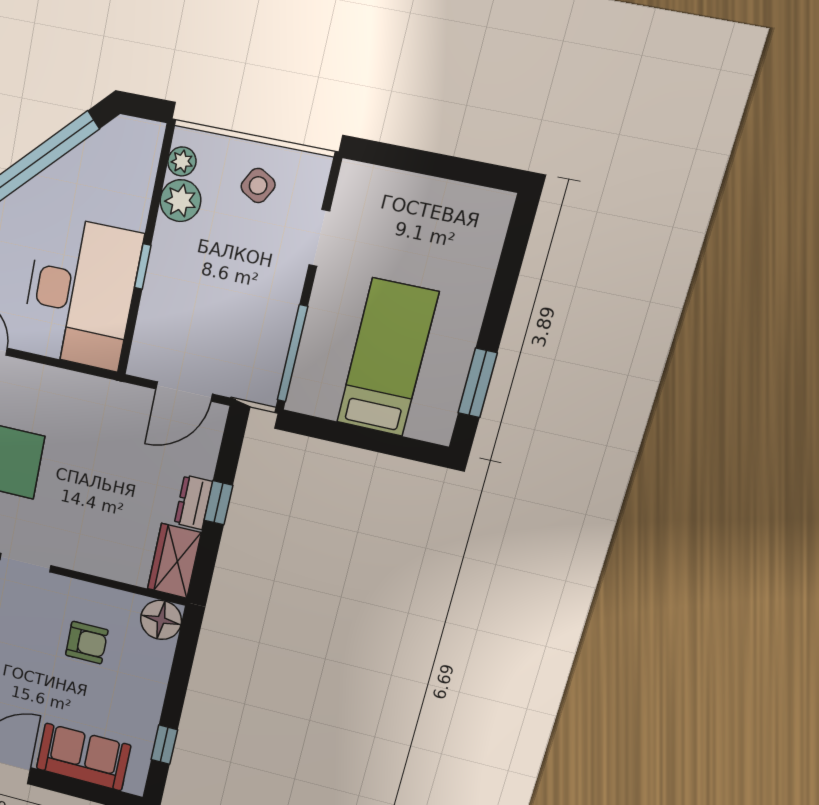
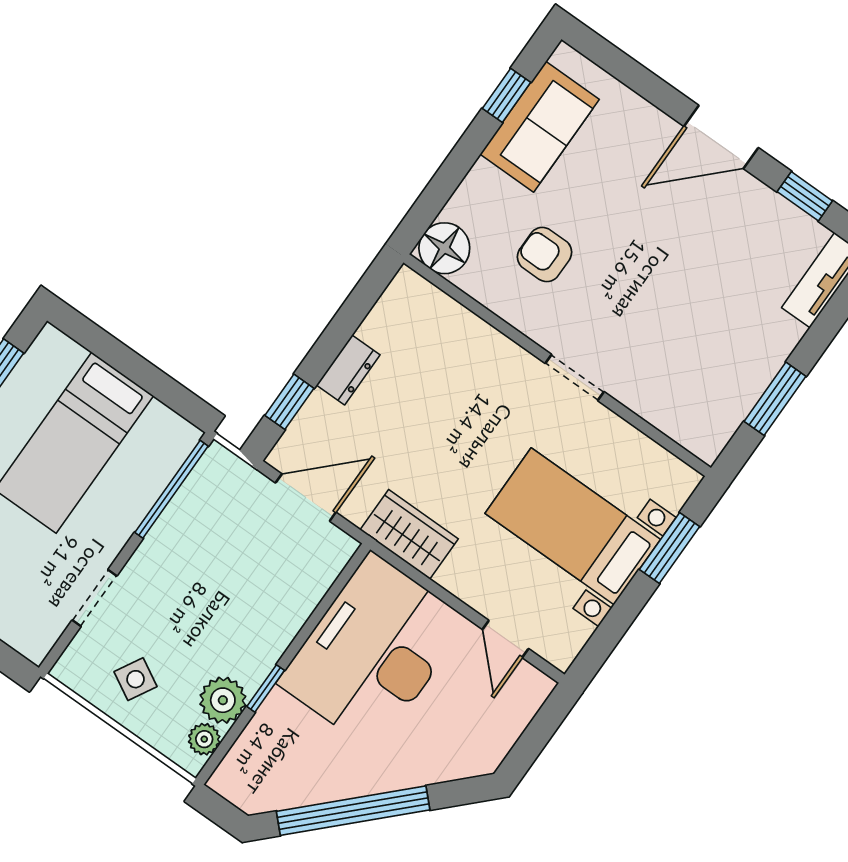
window: (143, 266) -> (266, 688), moved
window: (218, 503) -> (289, 402), moved
wardrobe: (174, 561) -> (409, 534), moved, turned -90
sofa: (83, 757) -> (540, 127), moved, turned -90

